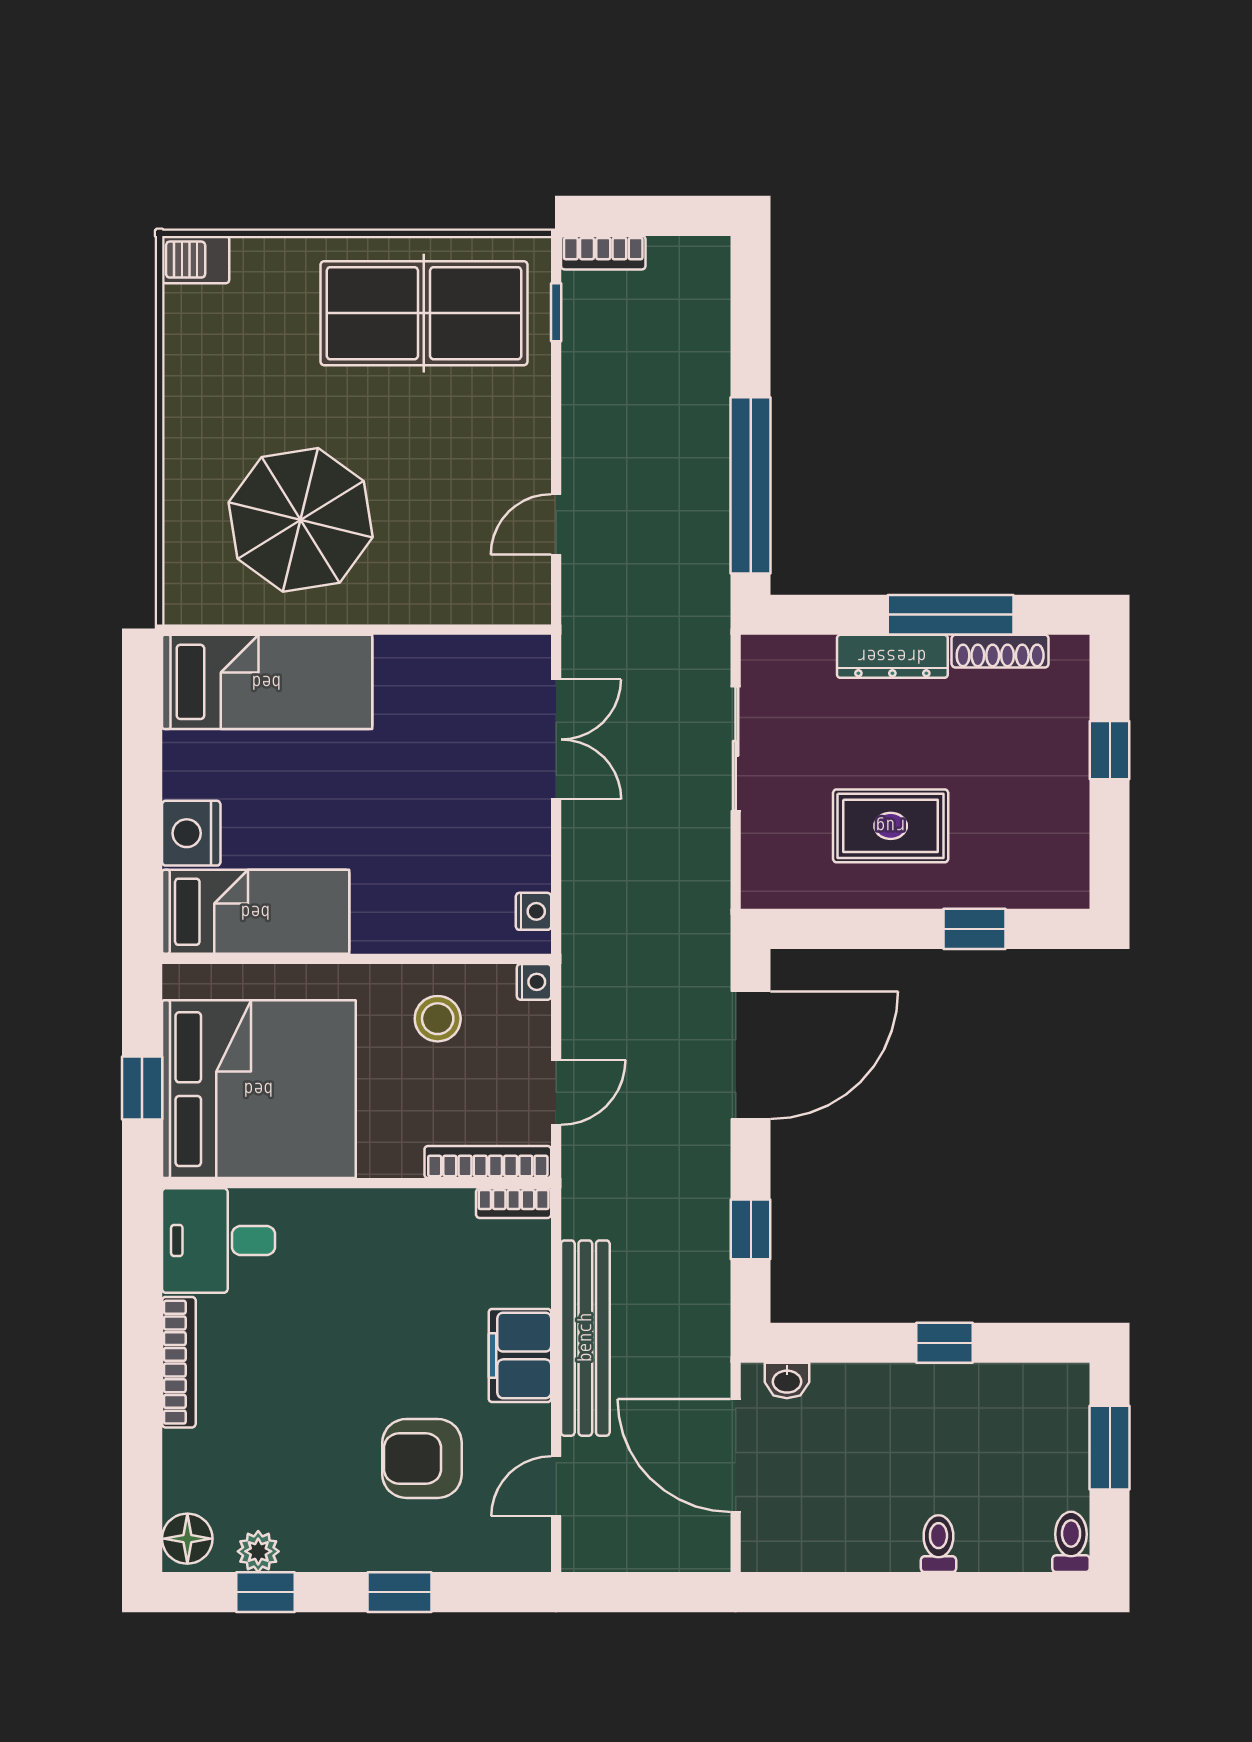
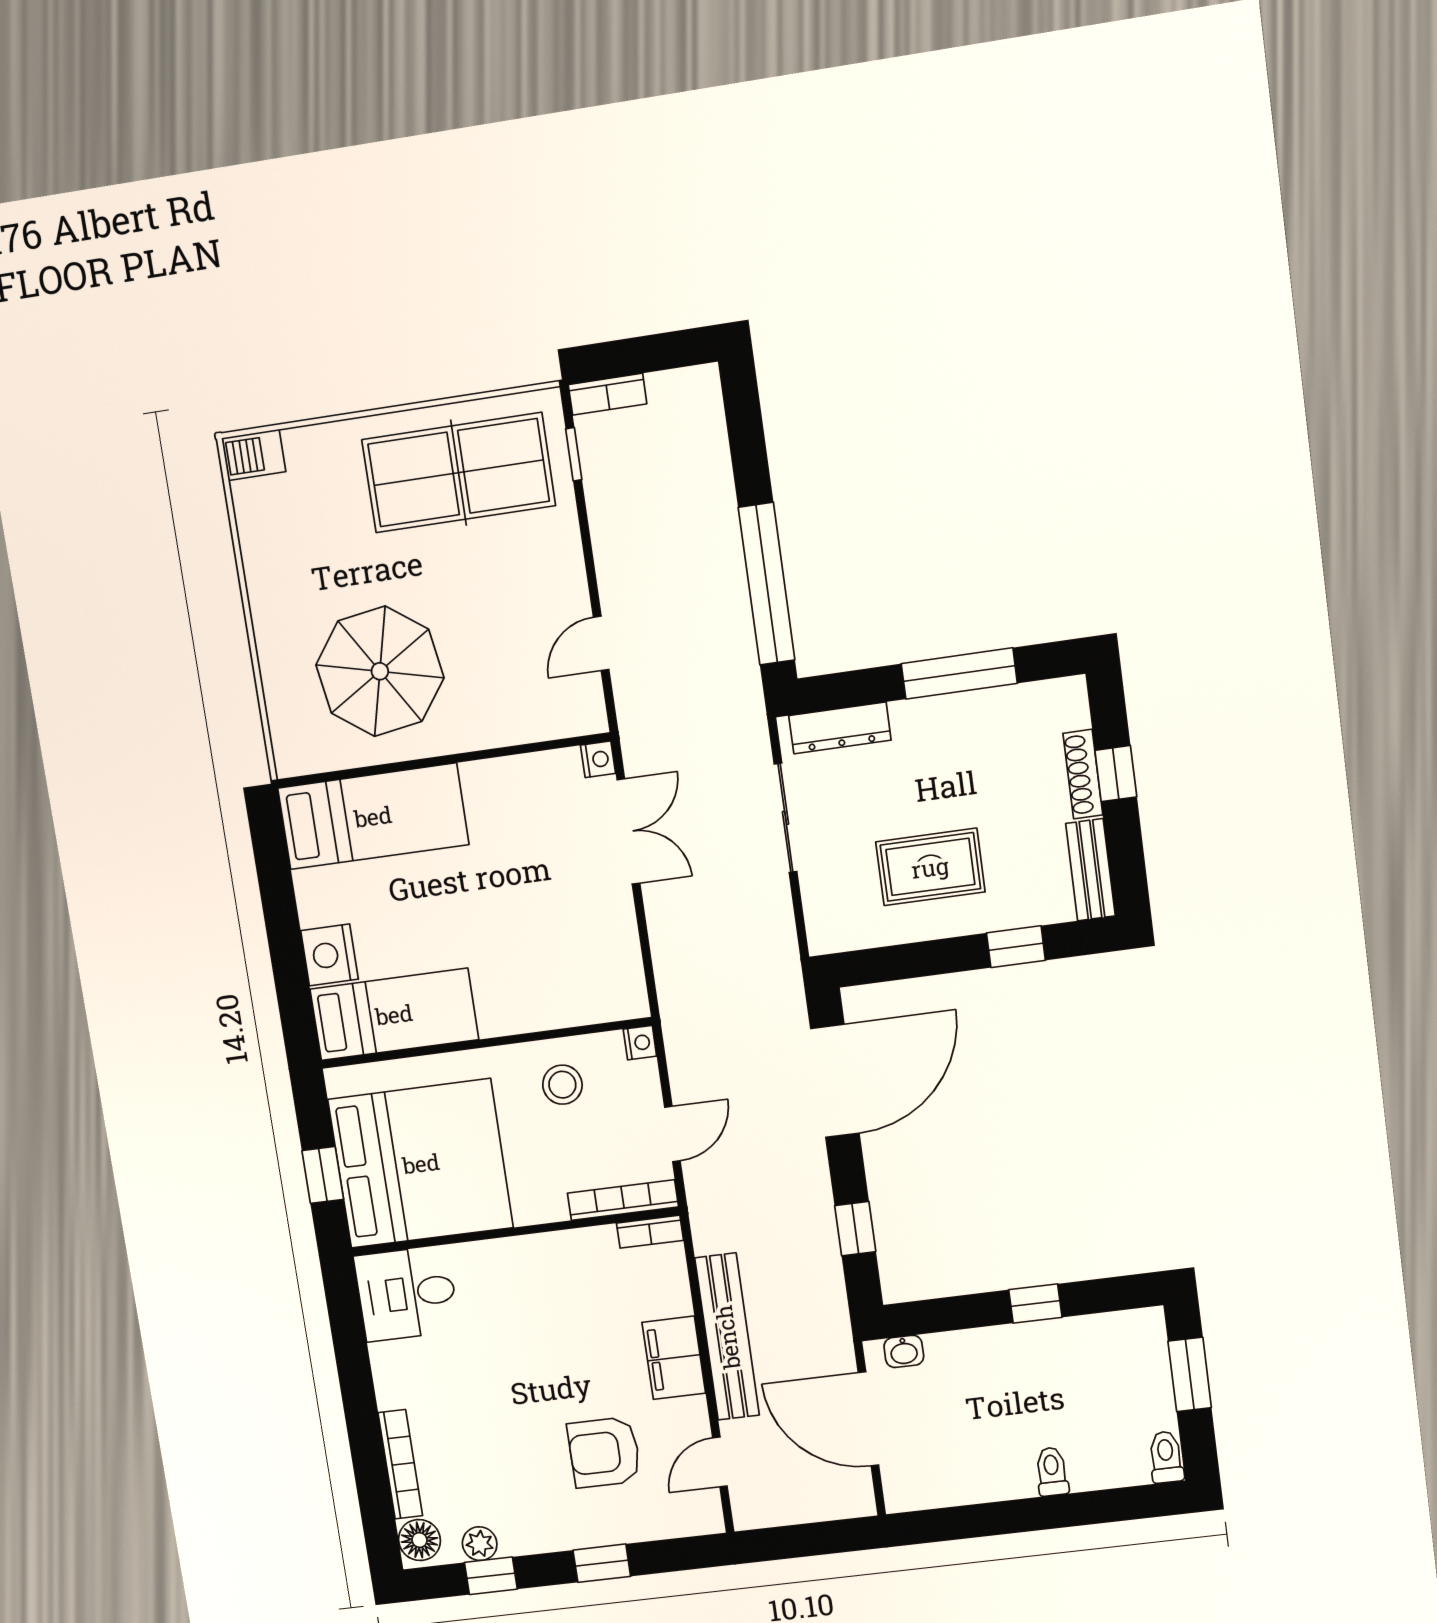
shoe rack: (1000, 651) -> (1083, 774), moved, turned 90
dresser: (892, 656) -> (840, 728), moved
bench: (1068, 853) -> (1090, 870), added
nightstand: (533, 911) -> (598, 759), moved
bookcase: (179, 1362) -> (400, 1464), moved

